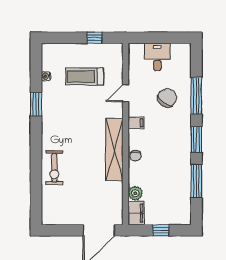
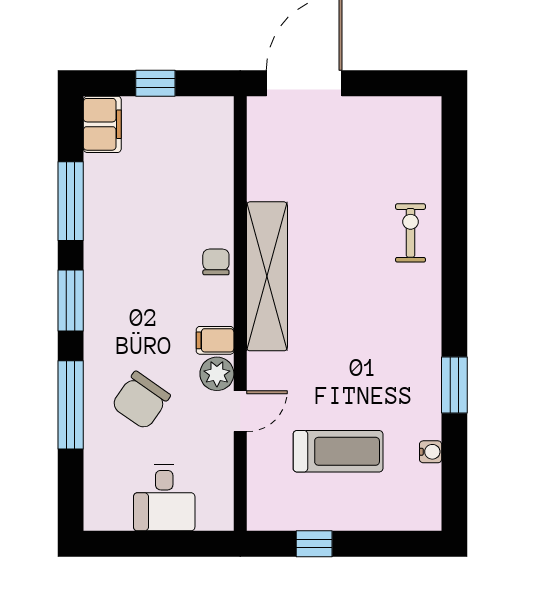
exercise bike: (54, 168) -> (410, 233), width x0.73, depth x0.72
plant: (135, 193) -> (217, 374), moved
filing cabinet: (136, 213) -> (102, 124), moved, turned 180

